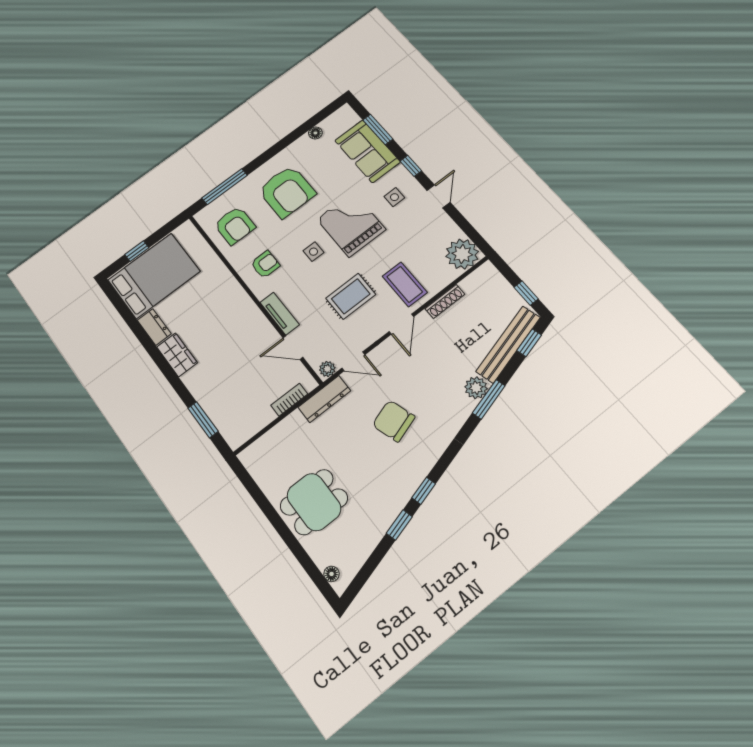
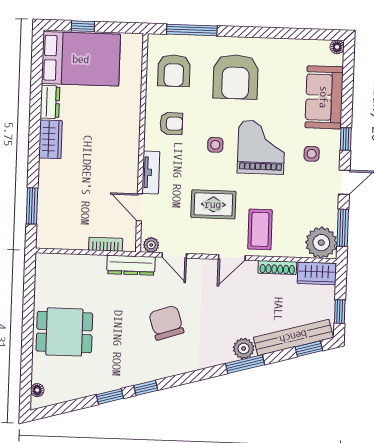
window: (378, 129) -> (343, 228), moved
floor lamp: (315, 133) -> (337, 47), moved
wardrobe: (480, 280) -> (317, 273), added

